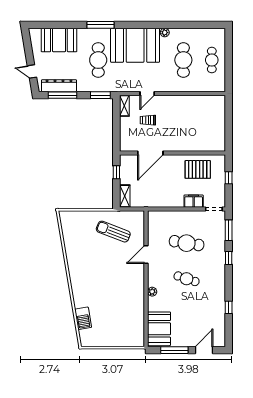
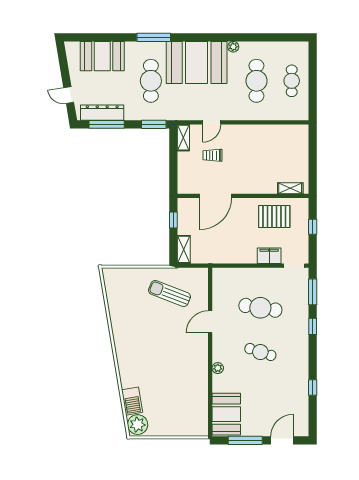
shelving: (211, 147) -> (290, 188), added
plant: (88, 337) -> (138, 425), added

